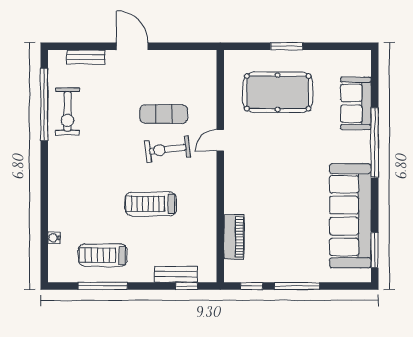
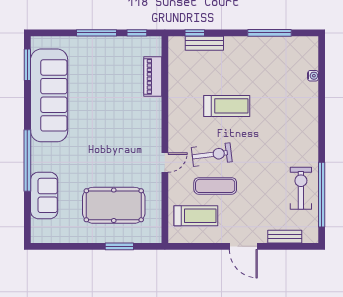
window: (287, 46) -> (119, 246), moved
treadmill: (103, 255) -> (196, 216), moved

